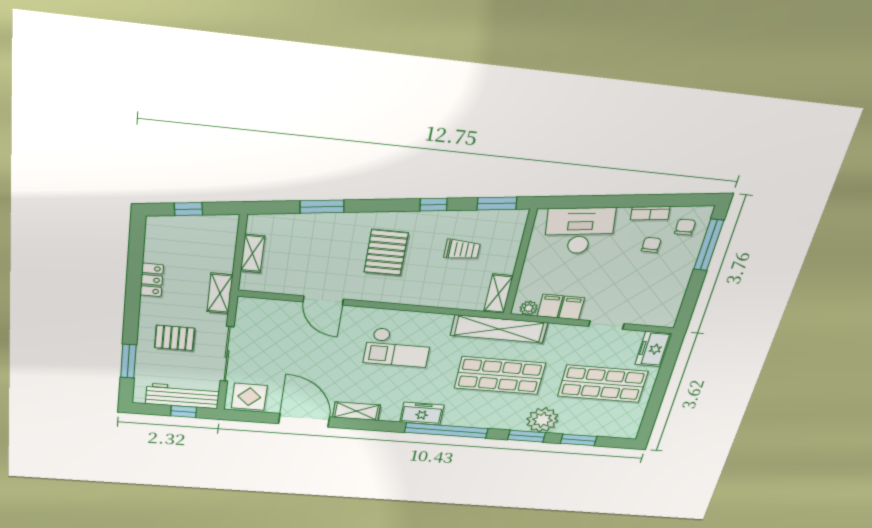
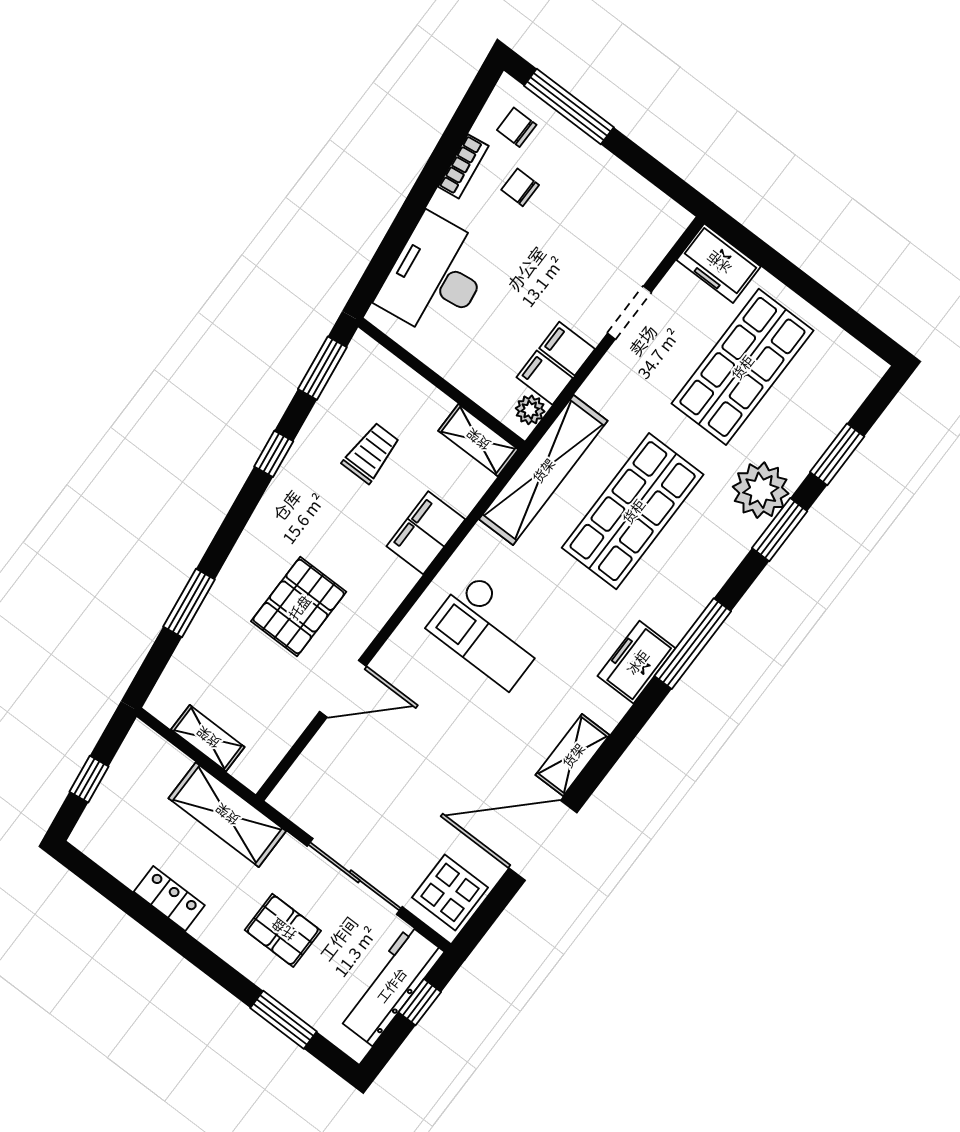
pallet: (386, 253) -> (299, 607), moved, turned 90
shelving: (220, 293) -> (227, 815), width x1.50, depth x1.33
filing cabinet: (433, 295) -> (426, 533), added
pallet: (175, 338) -> (283, 930), turned 90
checkout: (398, 348) -> (489, 631), turned 90
window: (446, 430) -> (693, 644), width x0.68

